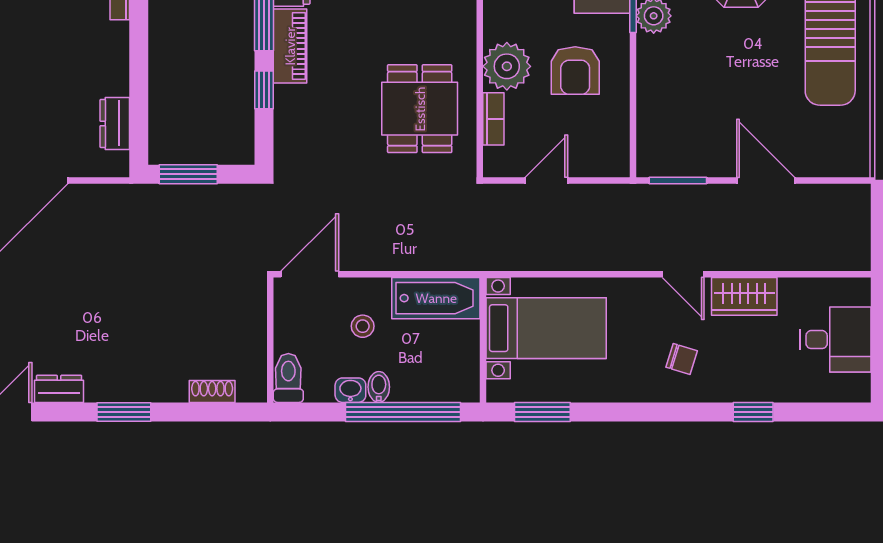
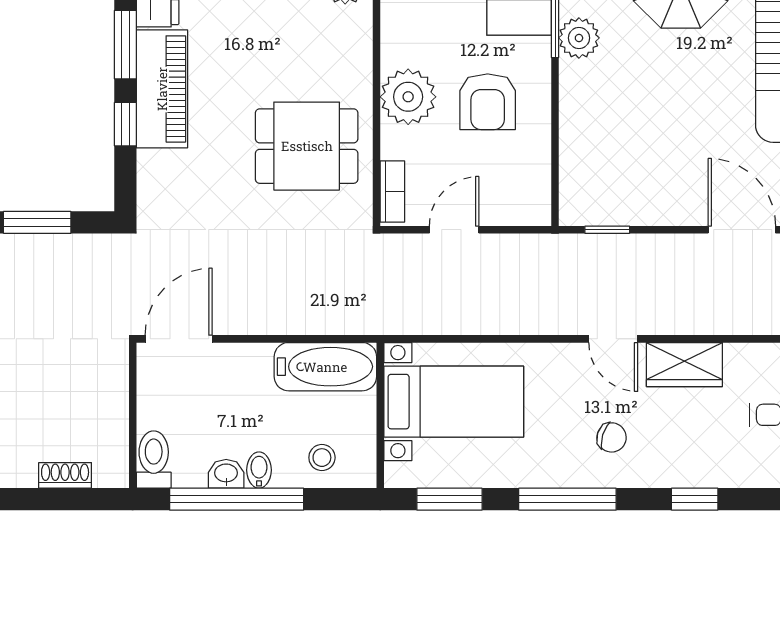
piano: (290, 46) -> (162, 89), width x1.37, depth x1.33
dining table: (420, 109) -> (307, 146), turned 90
bookcase: (493, 119) -> (392, 191), moved
window: (678, 180) -> (607, 230), width x0.67
door: (766, 180) -> (742, 230), moved
stool: (363, 326) -> (322, 458), moved
window: (403, 412) -> (237, 499), moved
window: (644, 412) -> (567, 499), added

